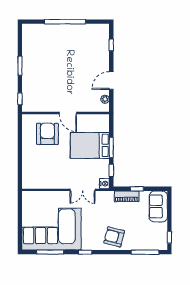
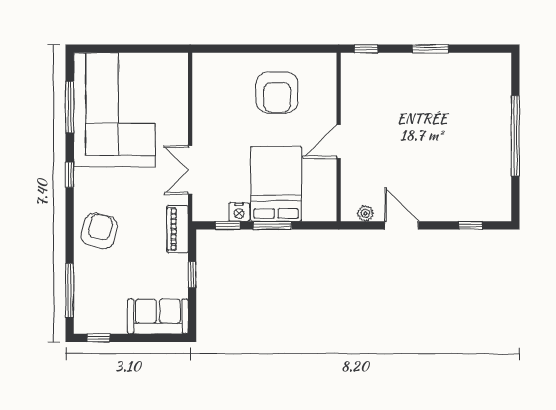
armchair: (47, 134) -> (277, 92), moved, turned 90
nightstand: (104, 184) -> (239, 212), moved
piano: (127, 196) -> (178, 229), moved

